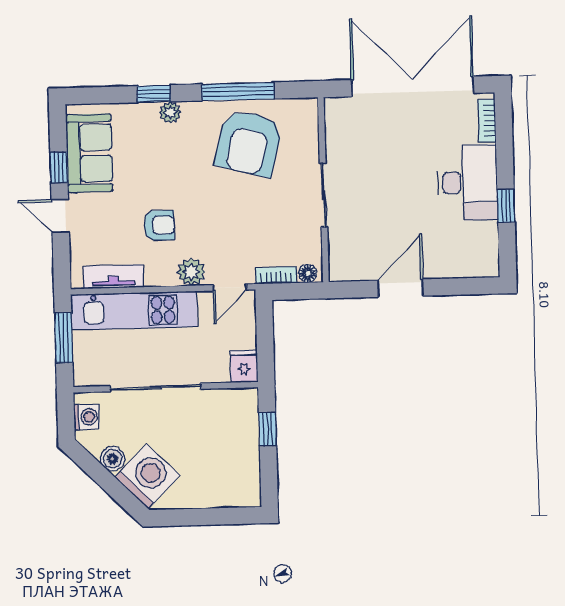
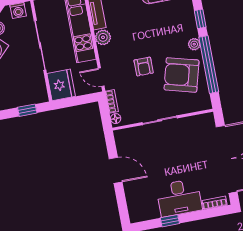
window: (238, 91) -> (209, 65), width x1.46
plant: (170, 112) -> (194, 44), moved
armchair: (159, 225) -> (144, 67), moved
plant: (191, 272) -> (103, 37), moved
fridge: (244, 366) -> (61, 85), width x1.88, depth x1.34

